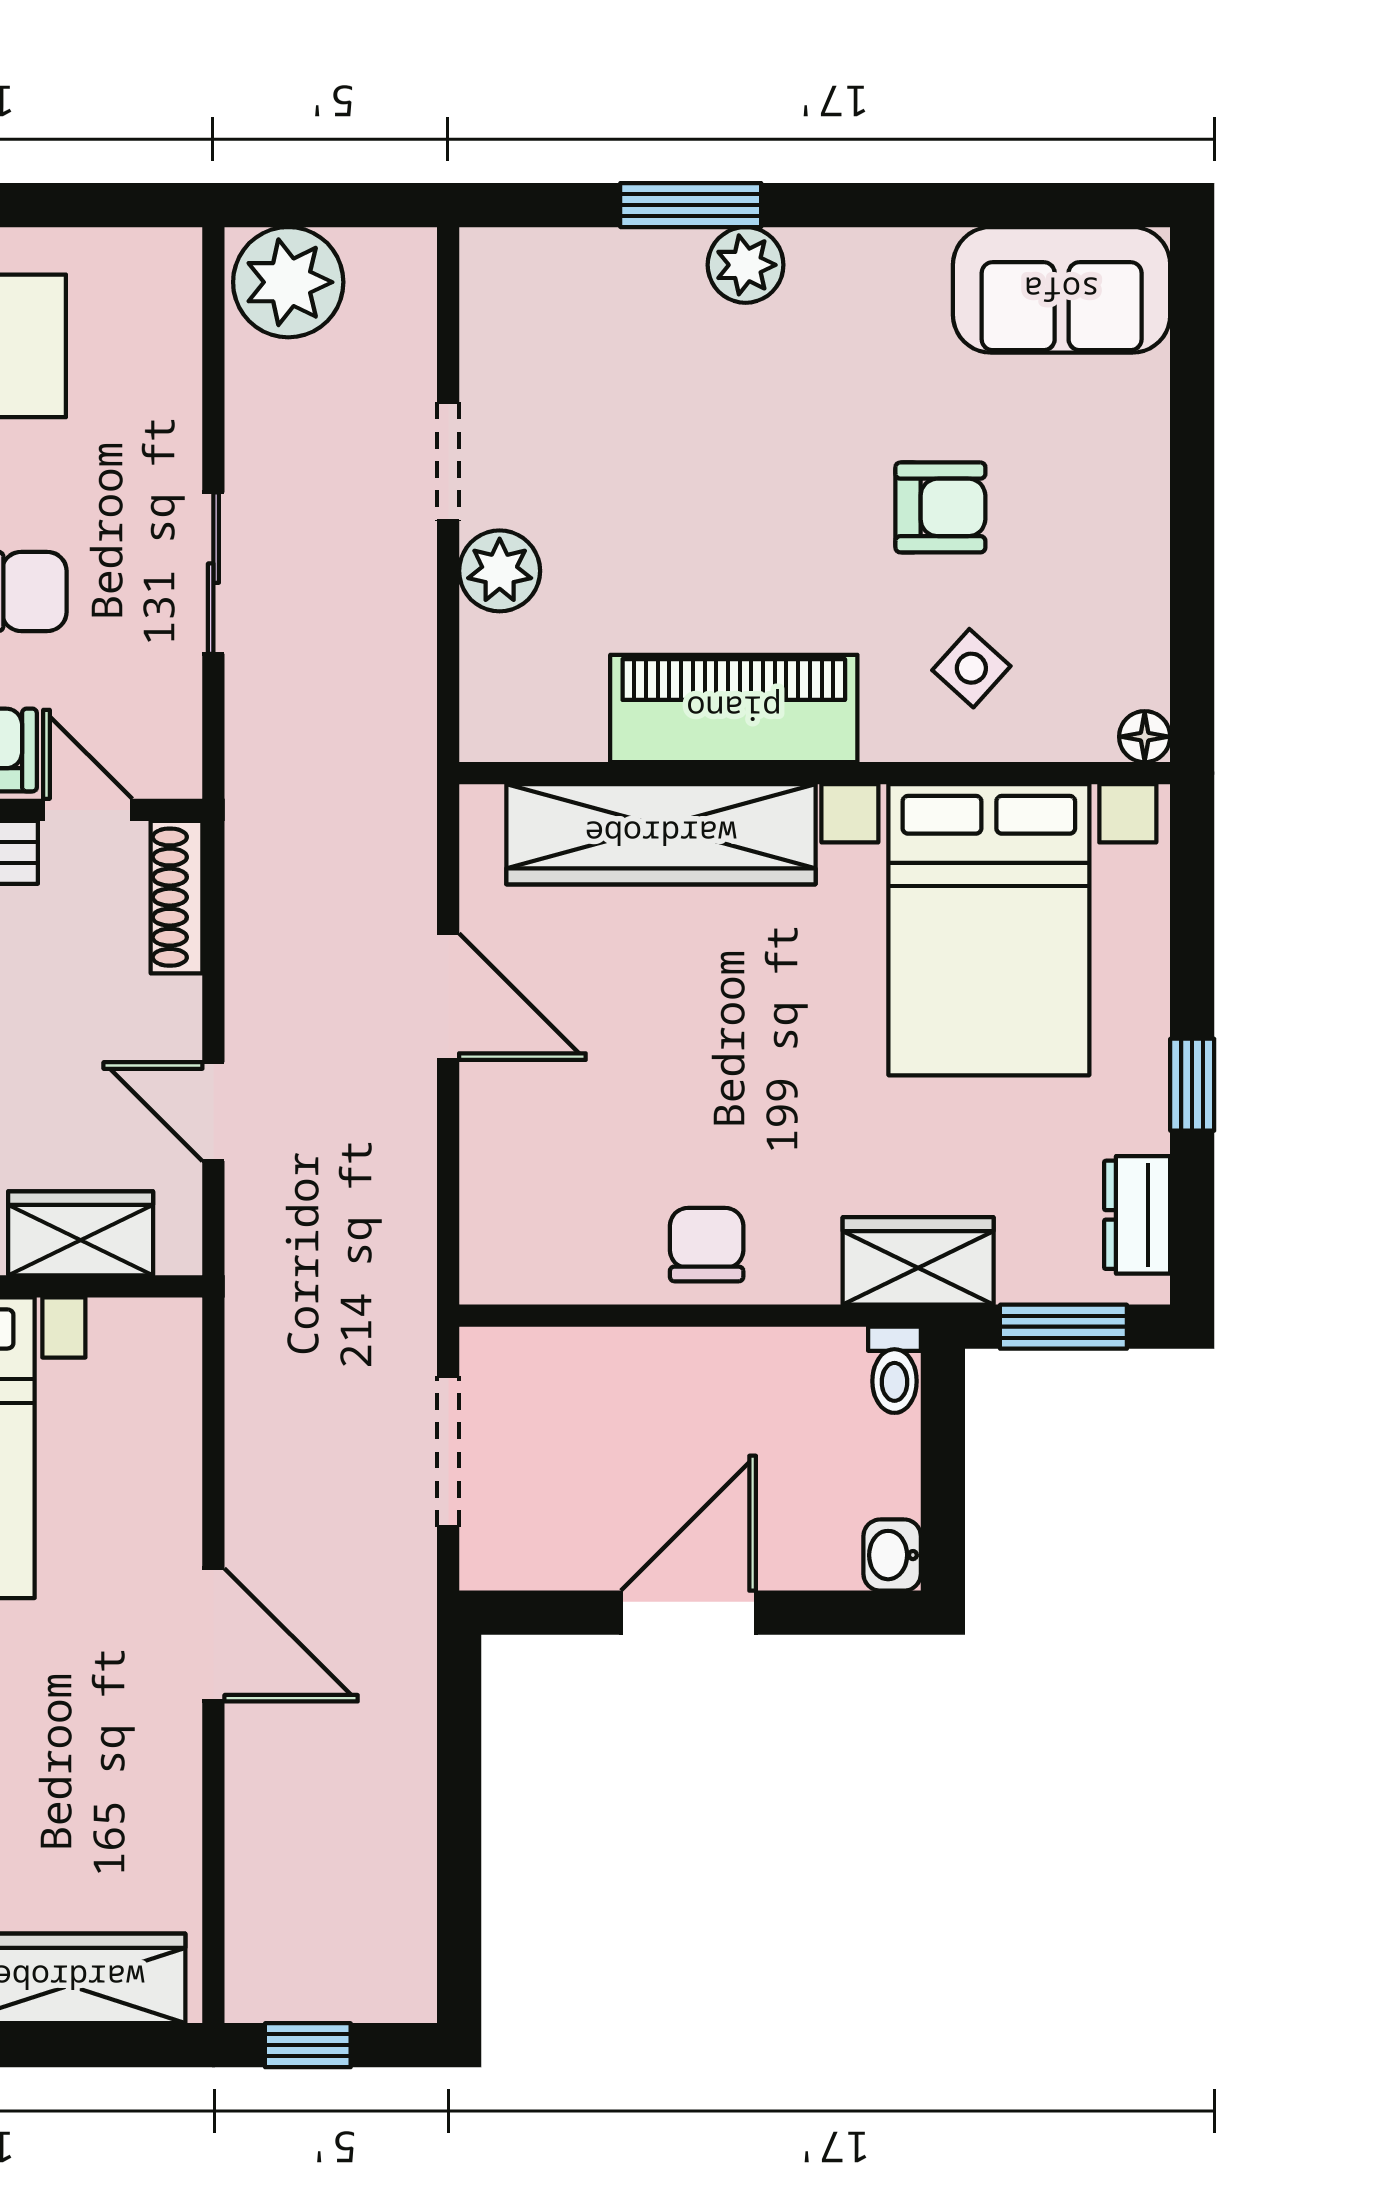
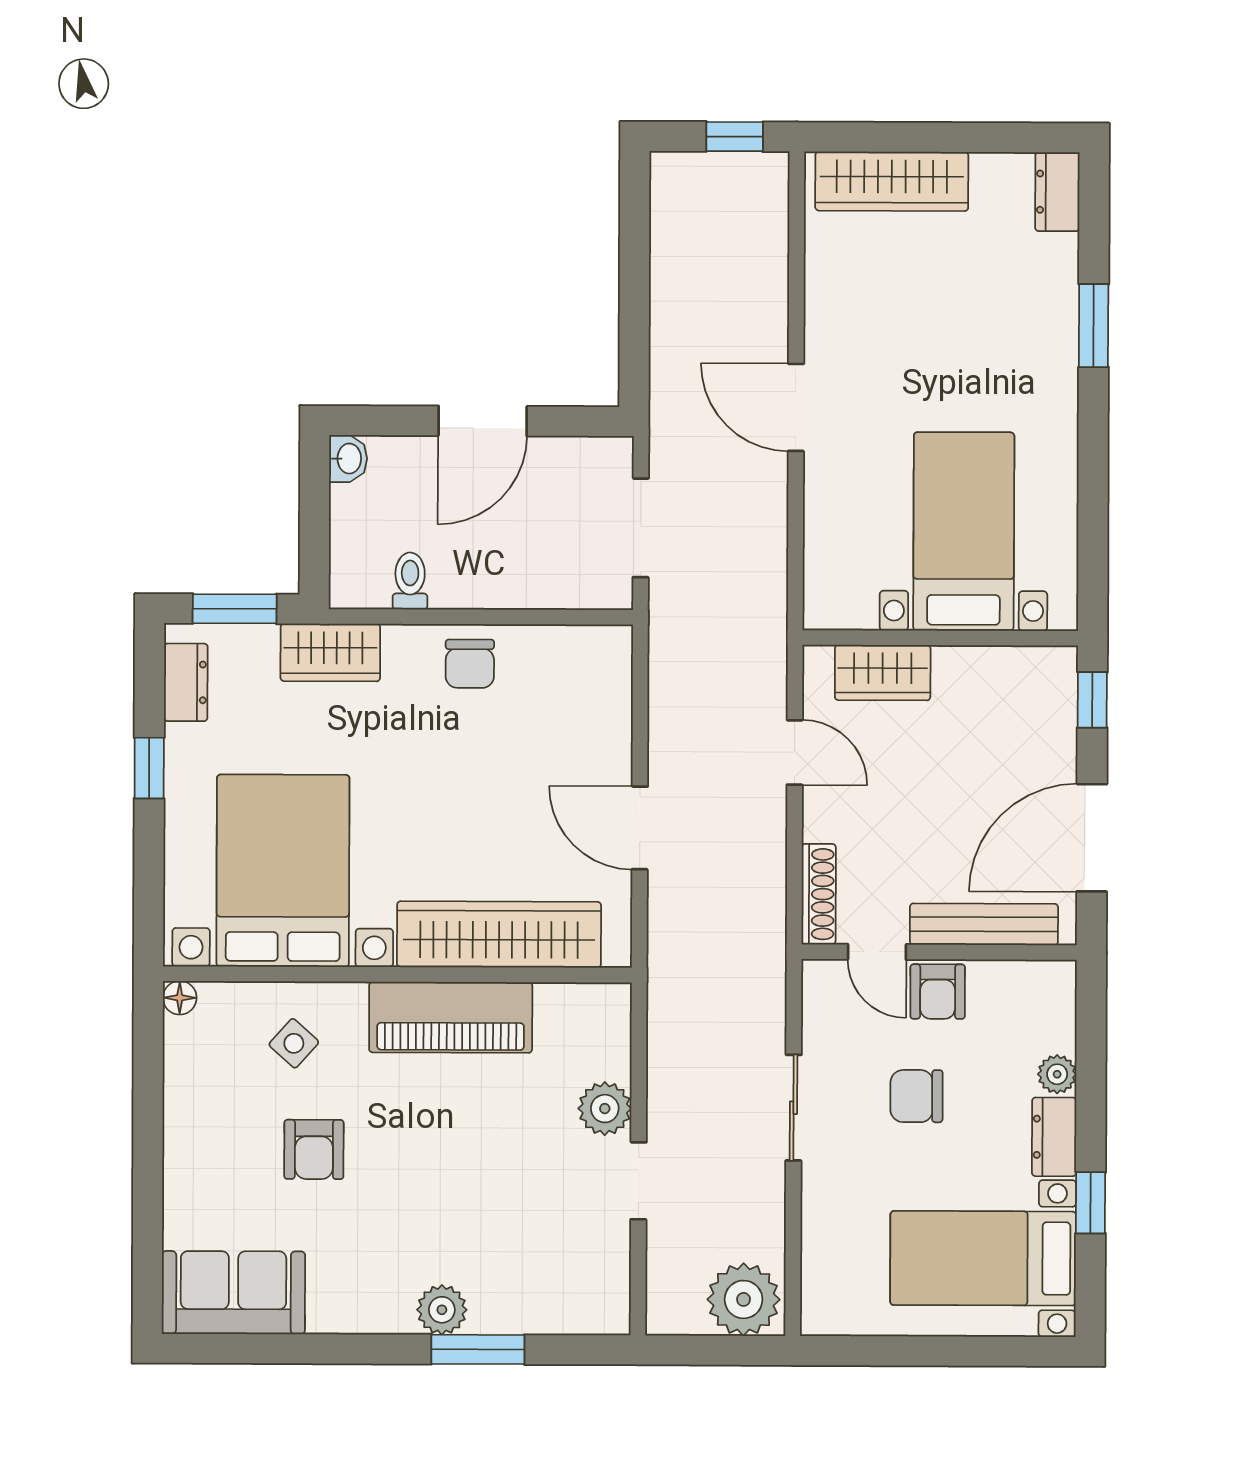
armchair: (940, 507) -> (314, 1149), turned -90
toilet: (894, 1370) -> (410, 581), moved

